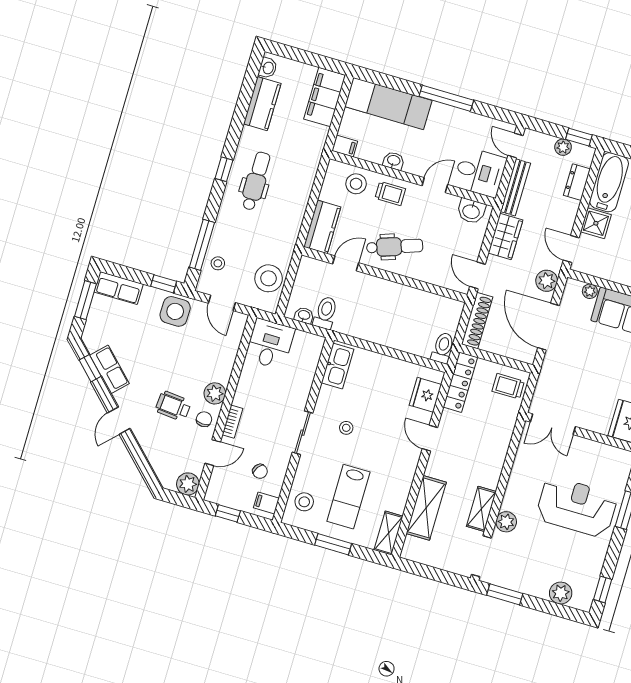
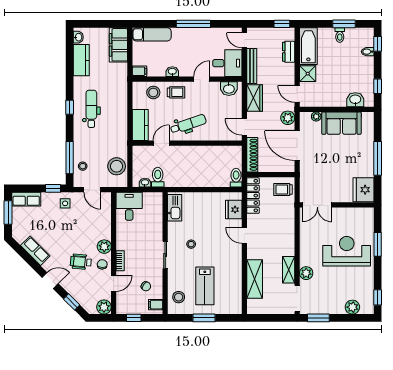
exam couch: (388, 103) -> (152, 34), width x0.73, depth x0.69
plant: (563, 147) -> (274, 33), removed
side table: (175, 311) -> (65, 203), width x0.54, depth x0.54
window: (90, 368) -> (72, 302), moved
door: (119, 421) -> (50, 281), swing flipped
shelving: (388, 533) -> (236, 301), removed

